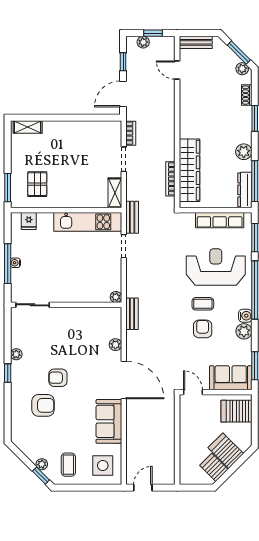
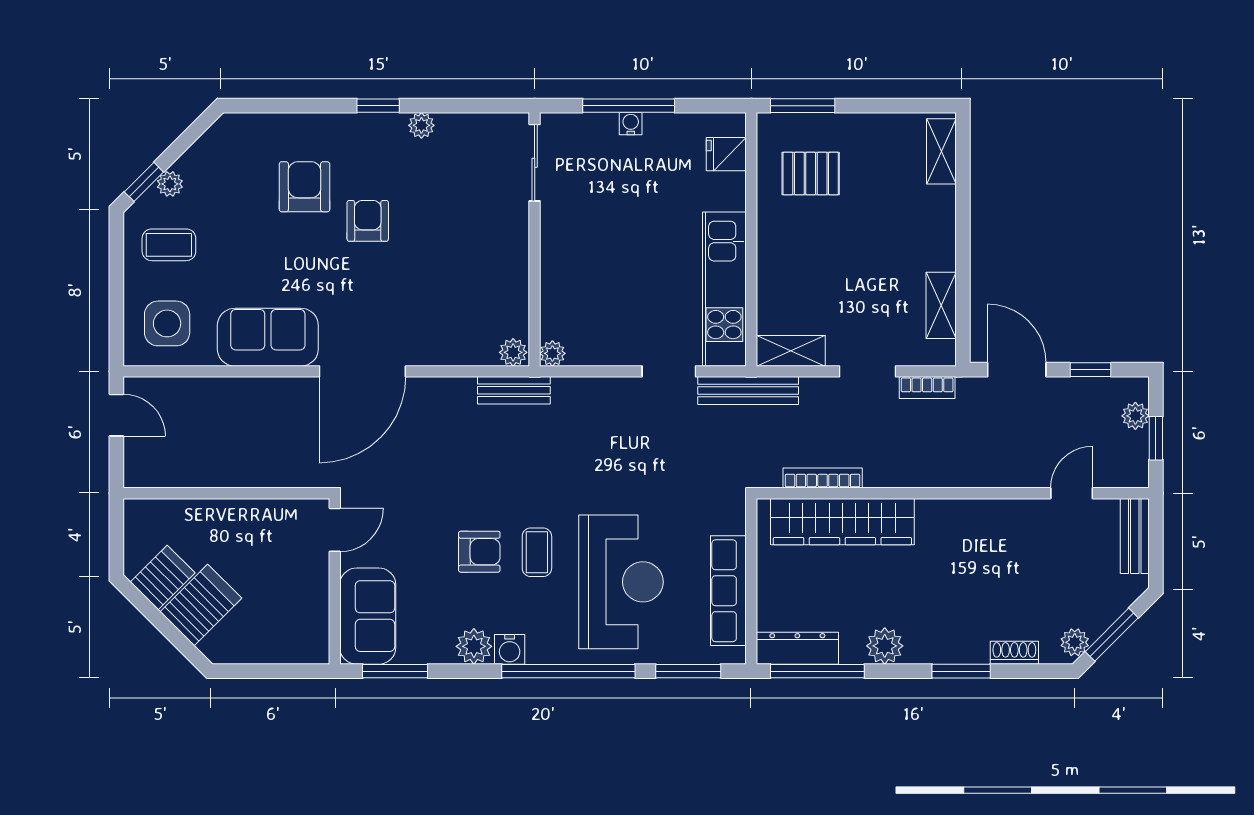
shelving: (95, 127) -> (941, 305), added
bench: (132, 217) -> (748, 391), width x1.36
plant: (115, 345) -> (513, 352), moved
armchair: (43, 405) -> (304, 187), turned 180
server rack: (236, 411) -> (291, 629), removed

